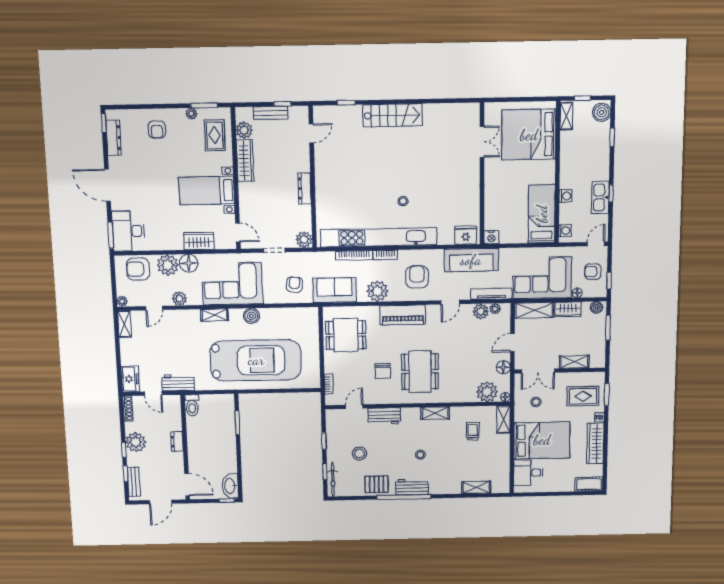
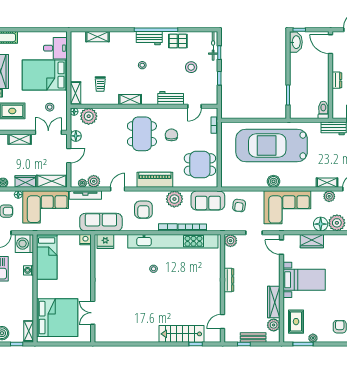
stairs: (392, 115) -> (182, 334), moved
washing machine: (565, 231) -> (24, 244), width x1.89, depth x1.89
shelving: (214, 315) -> (327, 183), moved

